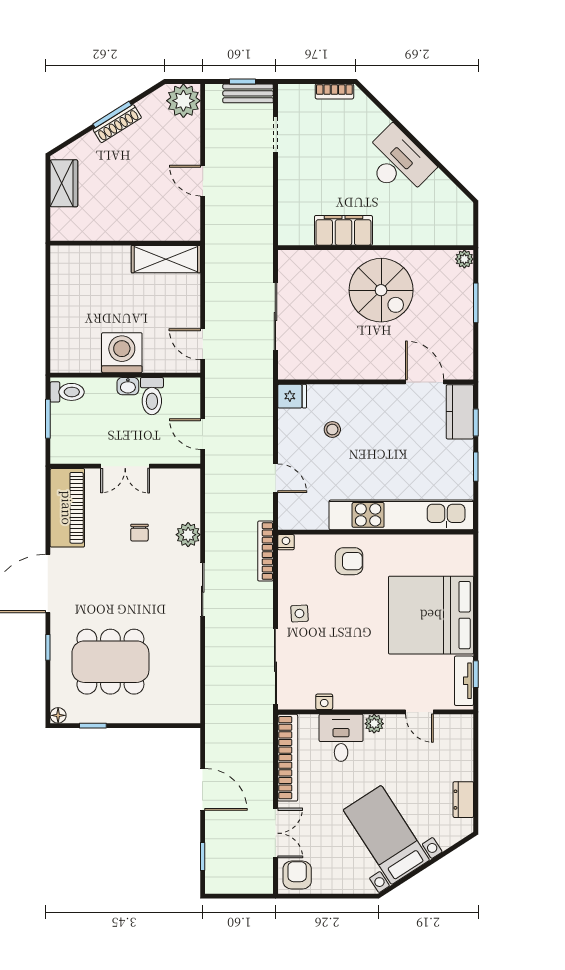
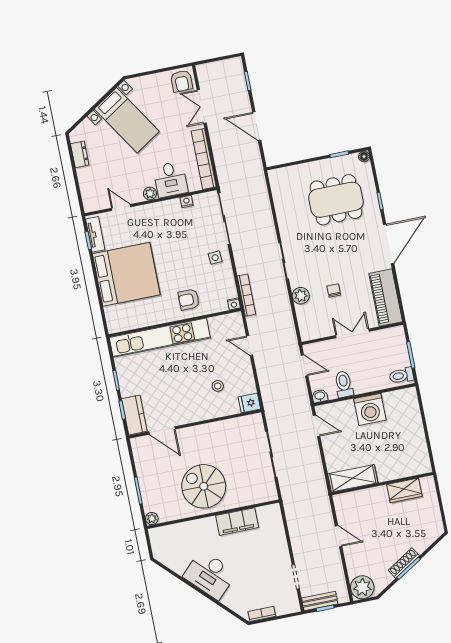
wardrobe: (64, 183) -> (404, 490), moved, turned -90
washbasin: (128, 386) -> (320, 396), moved

